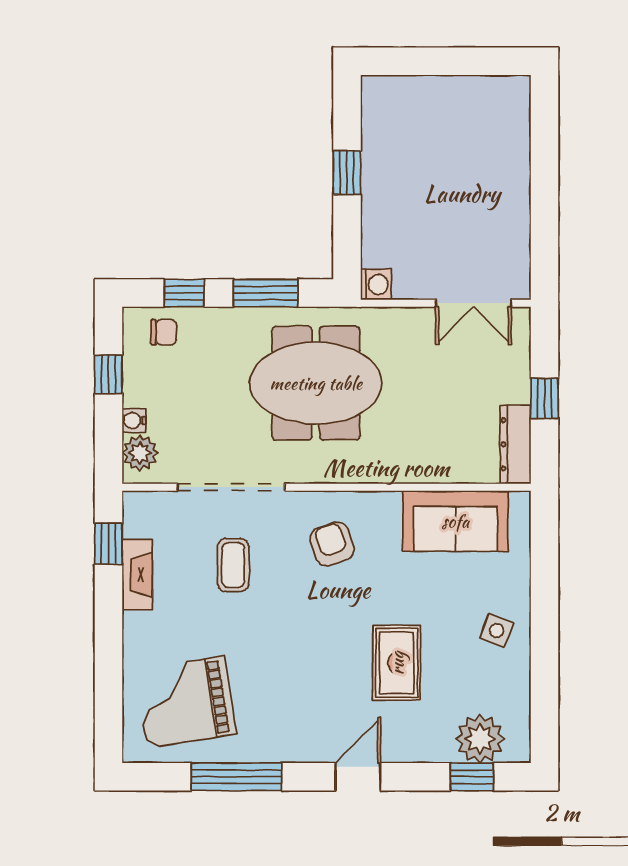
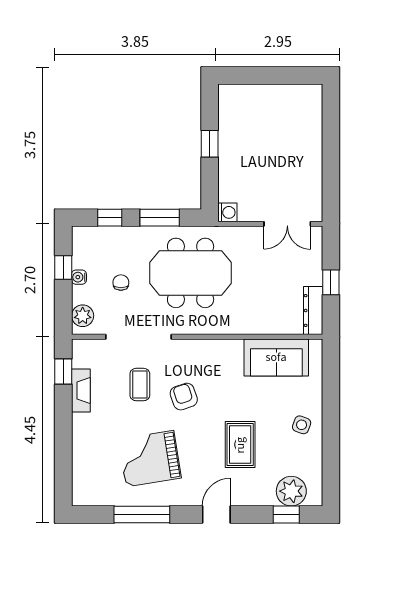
chair: (164, 332) -> (121, 283), moved, turned -90
water cooler: (134, 420) -> (79, 277), moved
armchair: (332, 544) -> (184, 397), moved
grand piano: (185, 702) -> (150, 459), moved

